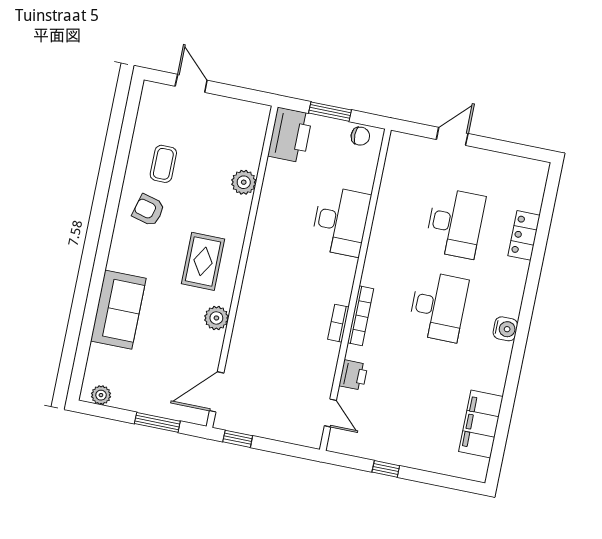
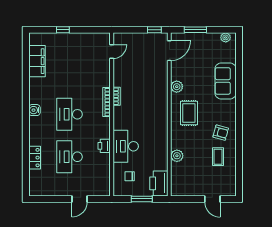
chair: (360, 136) -> (130, 176), moved
printer: (353, 375) -> (104, 146), moved
door: (330, 413) -> (112, 52), swing flipped
window: (386, 469) -> (63, 30), moved

